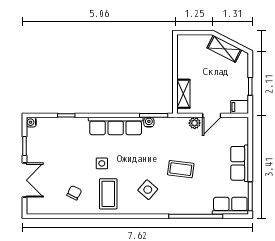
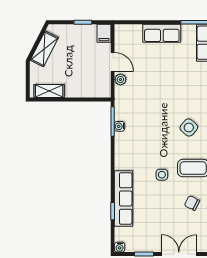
shelving: (183, 94) -> (49, 91), moved
row of seats: (116, 126) -> (124, 199), moved
coffee table: (181, 169) -> (168, 94), removed

